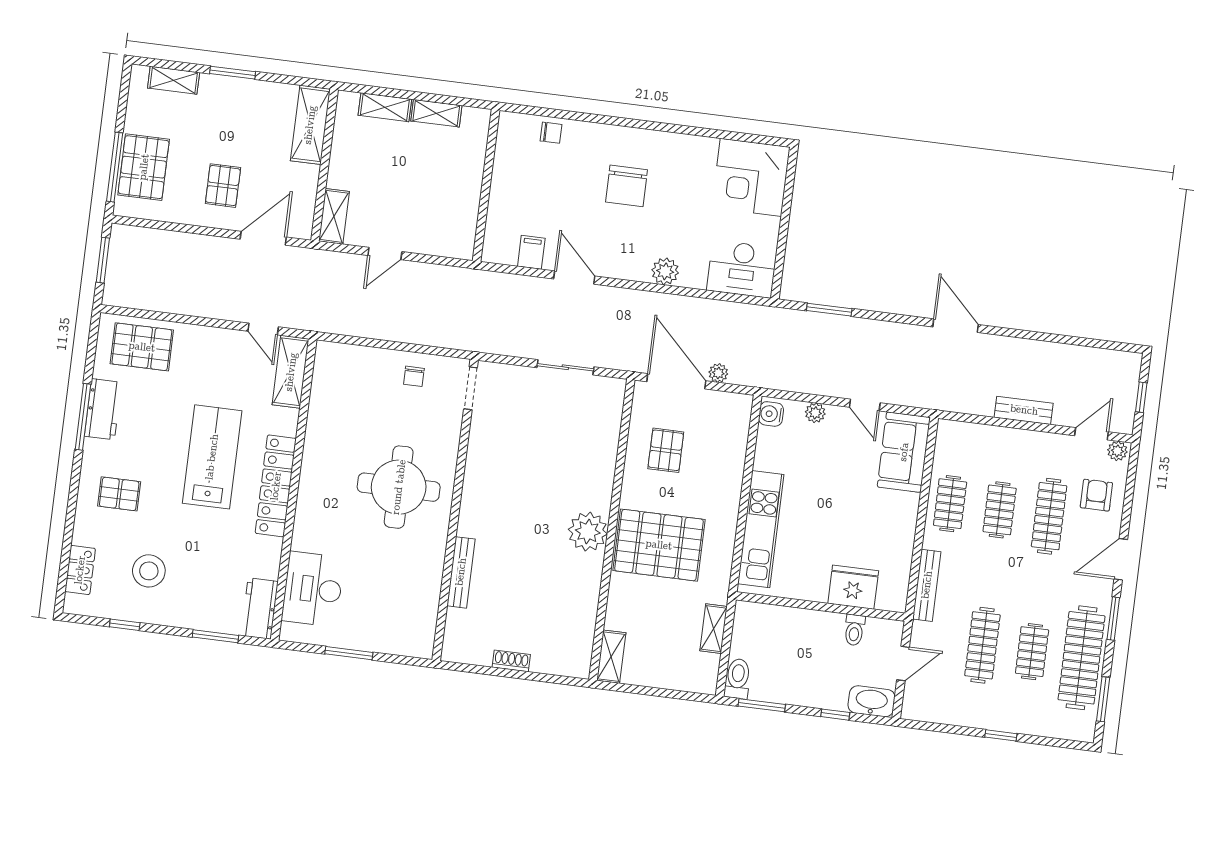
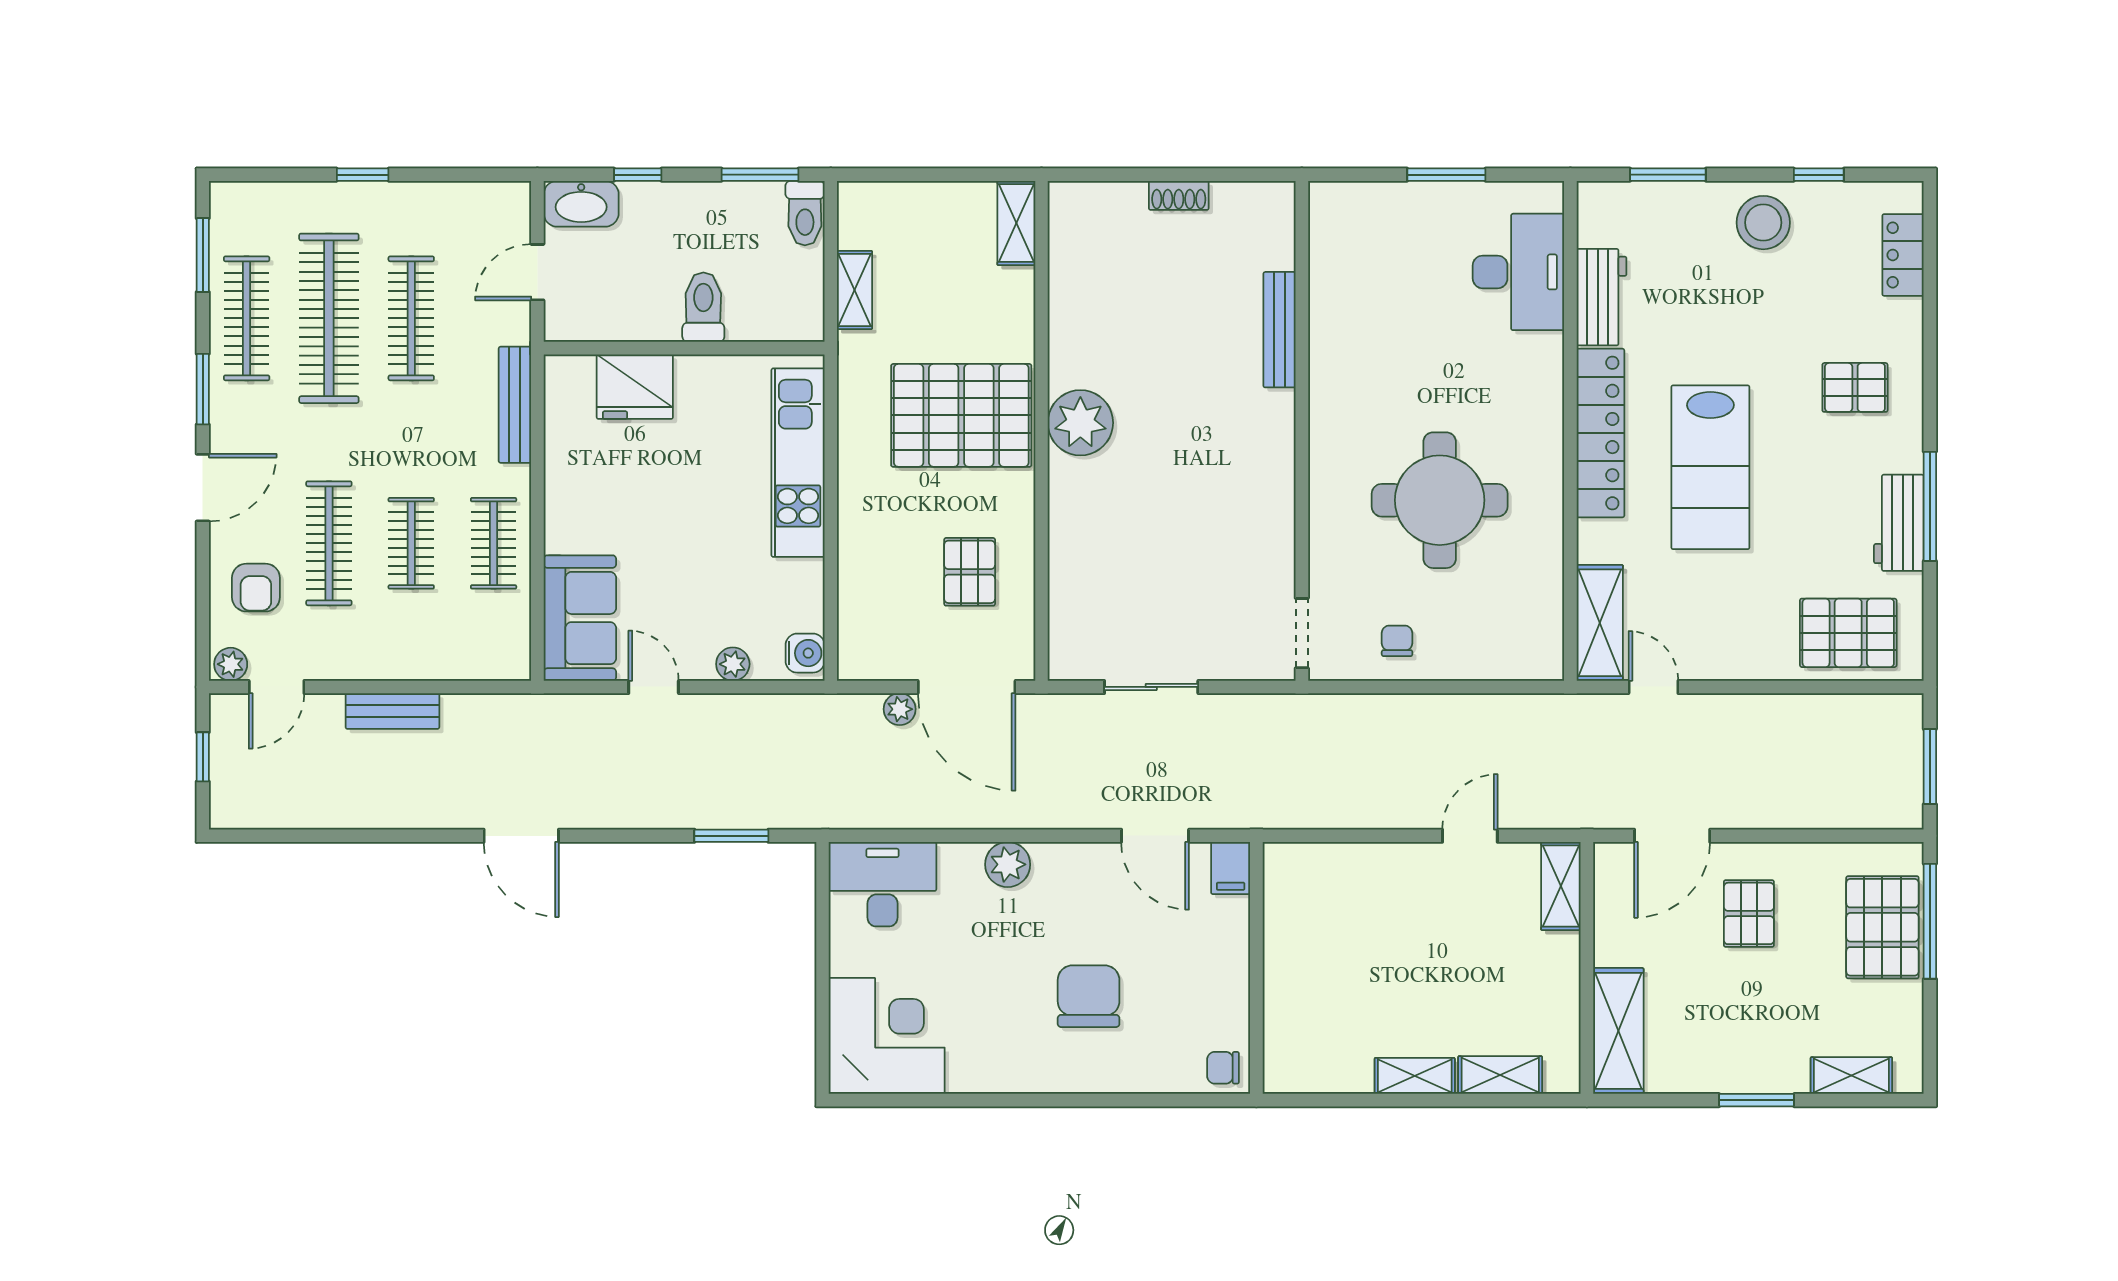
wall: (486, 185) -> (1256, 968), moved
round table: (399, 487) -> (1440, 500), moved
stool: (149, 571) -> (1763, 223), moved
workbench: (260, 609) -> (1602, 297), moved
toilet: (854, 630) -> (703, 307), moved, width x1.37, depth x1.39
clothes rail: (1032, 652) -> (329, 318), width x1.86, depth x1.31
clothes rail: (1082, 658) -> (247, 318), width x0.73, depth x0.76

